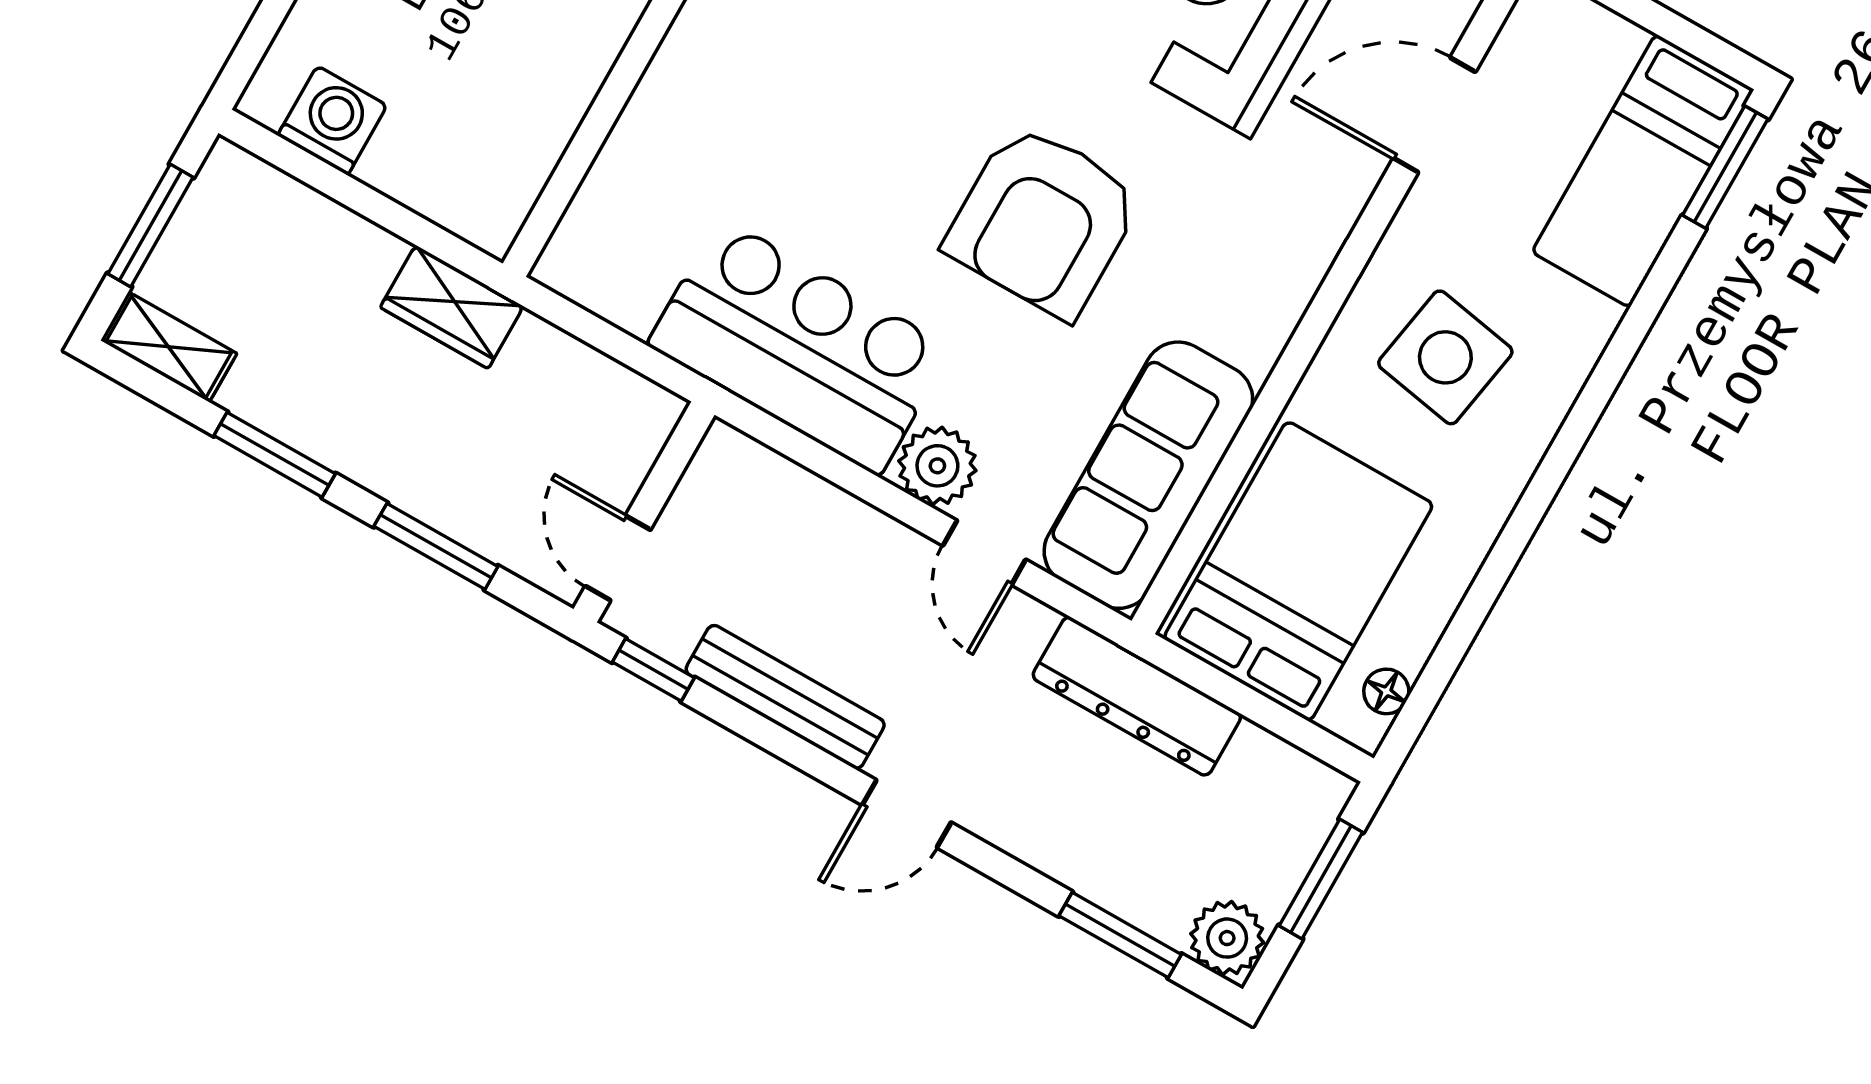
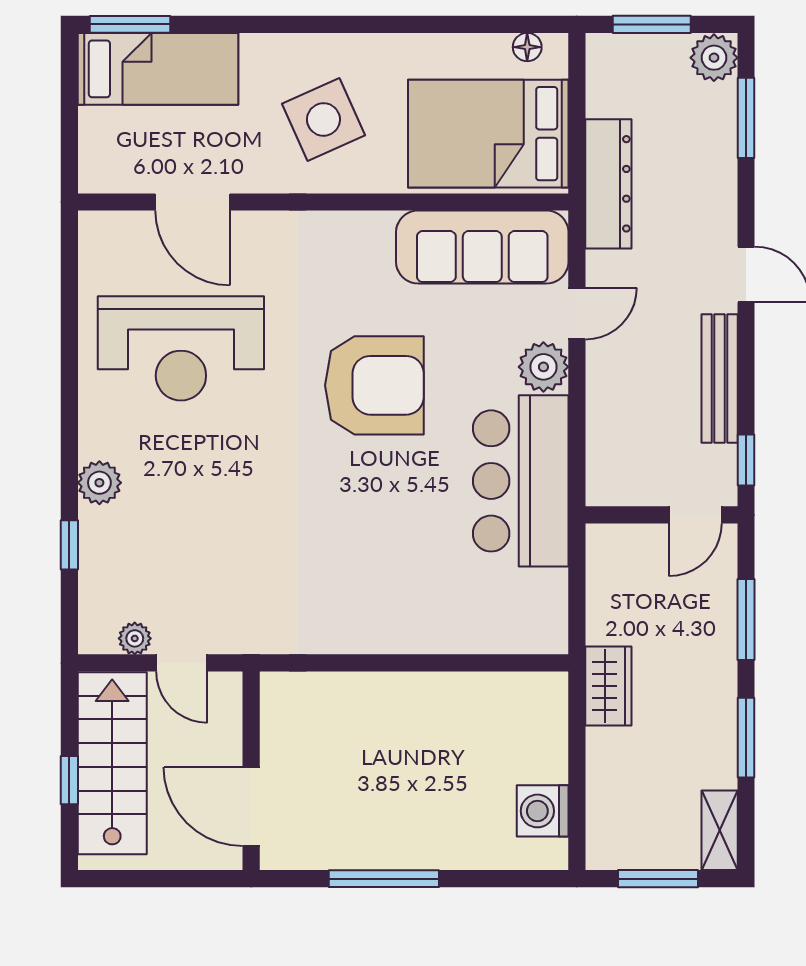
side table: (1445, 357) -> (323, 120), turned -34

